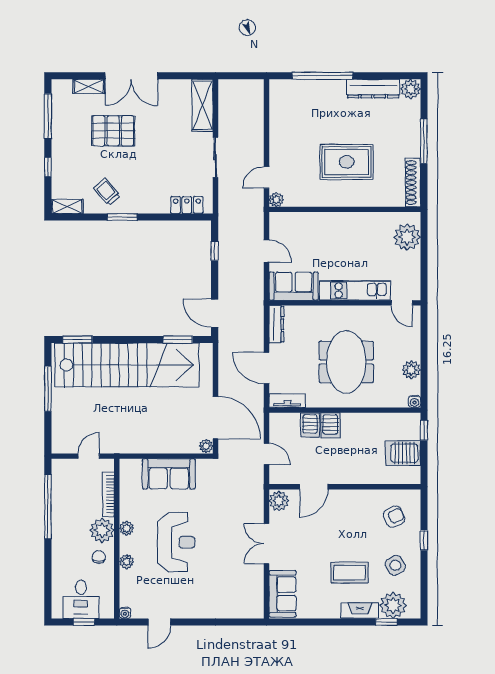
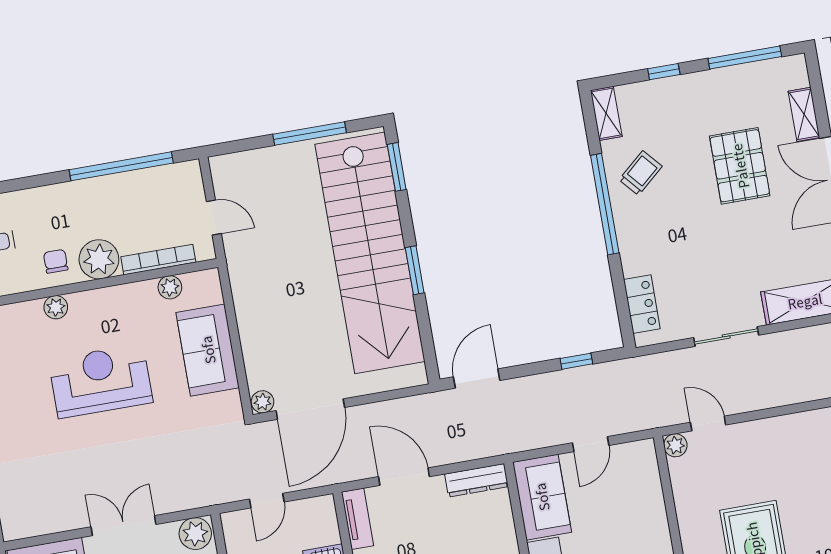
window: (122, 217) -> (605, 204), width x2.11
window: (178, 340) -> (415, 270), moved
door: (267, 368) -> (404, 477), hinge flipped
plant: (127, 528) -> (170, 287), moved
reception desk: (176, 542) -> (101, 381), turned 180
chair: (99, 557) -> (56, 261), turned -90

